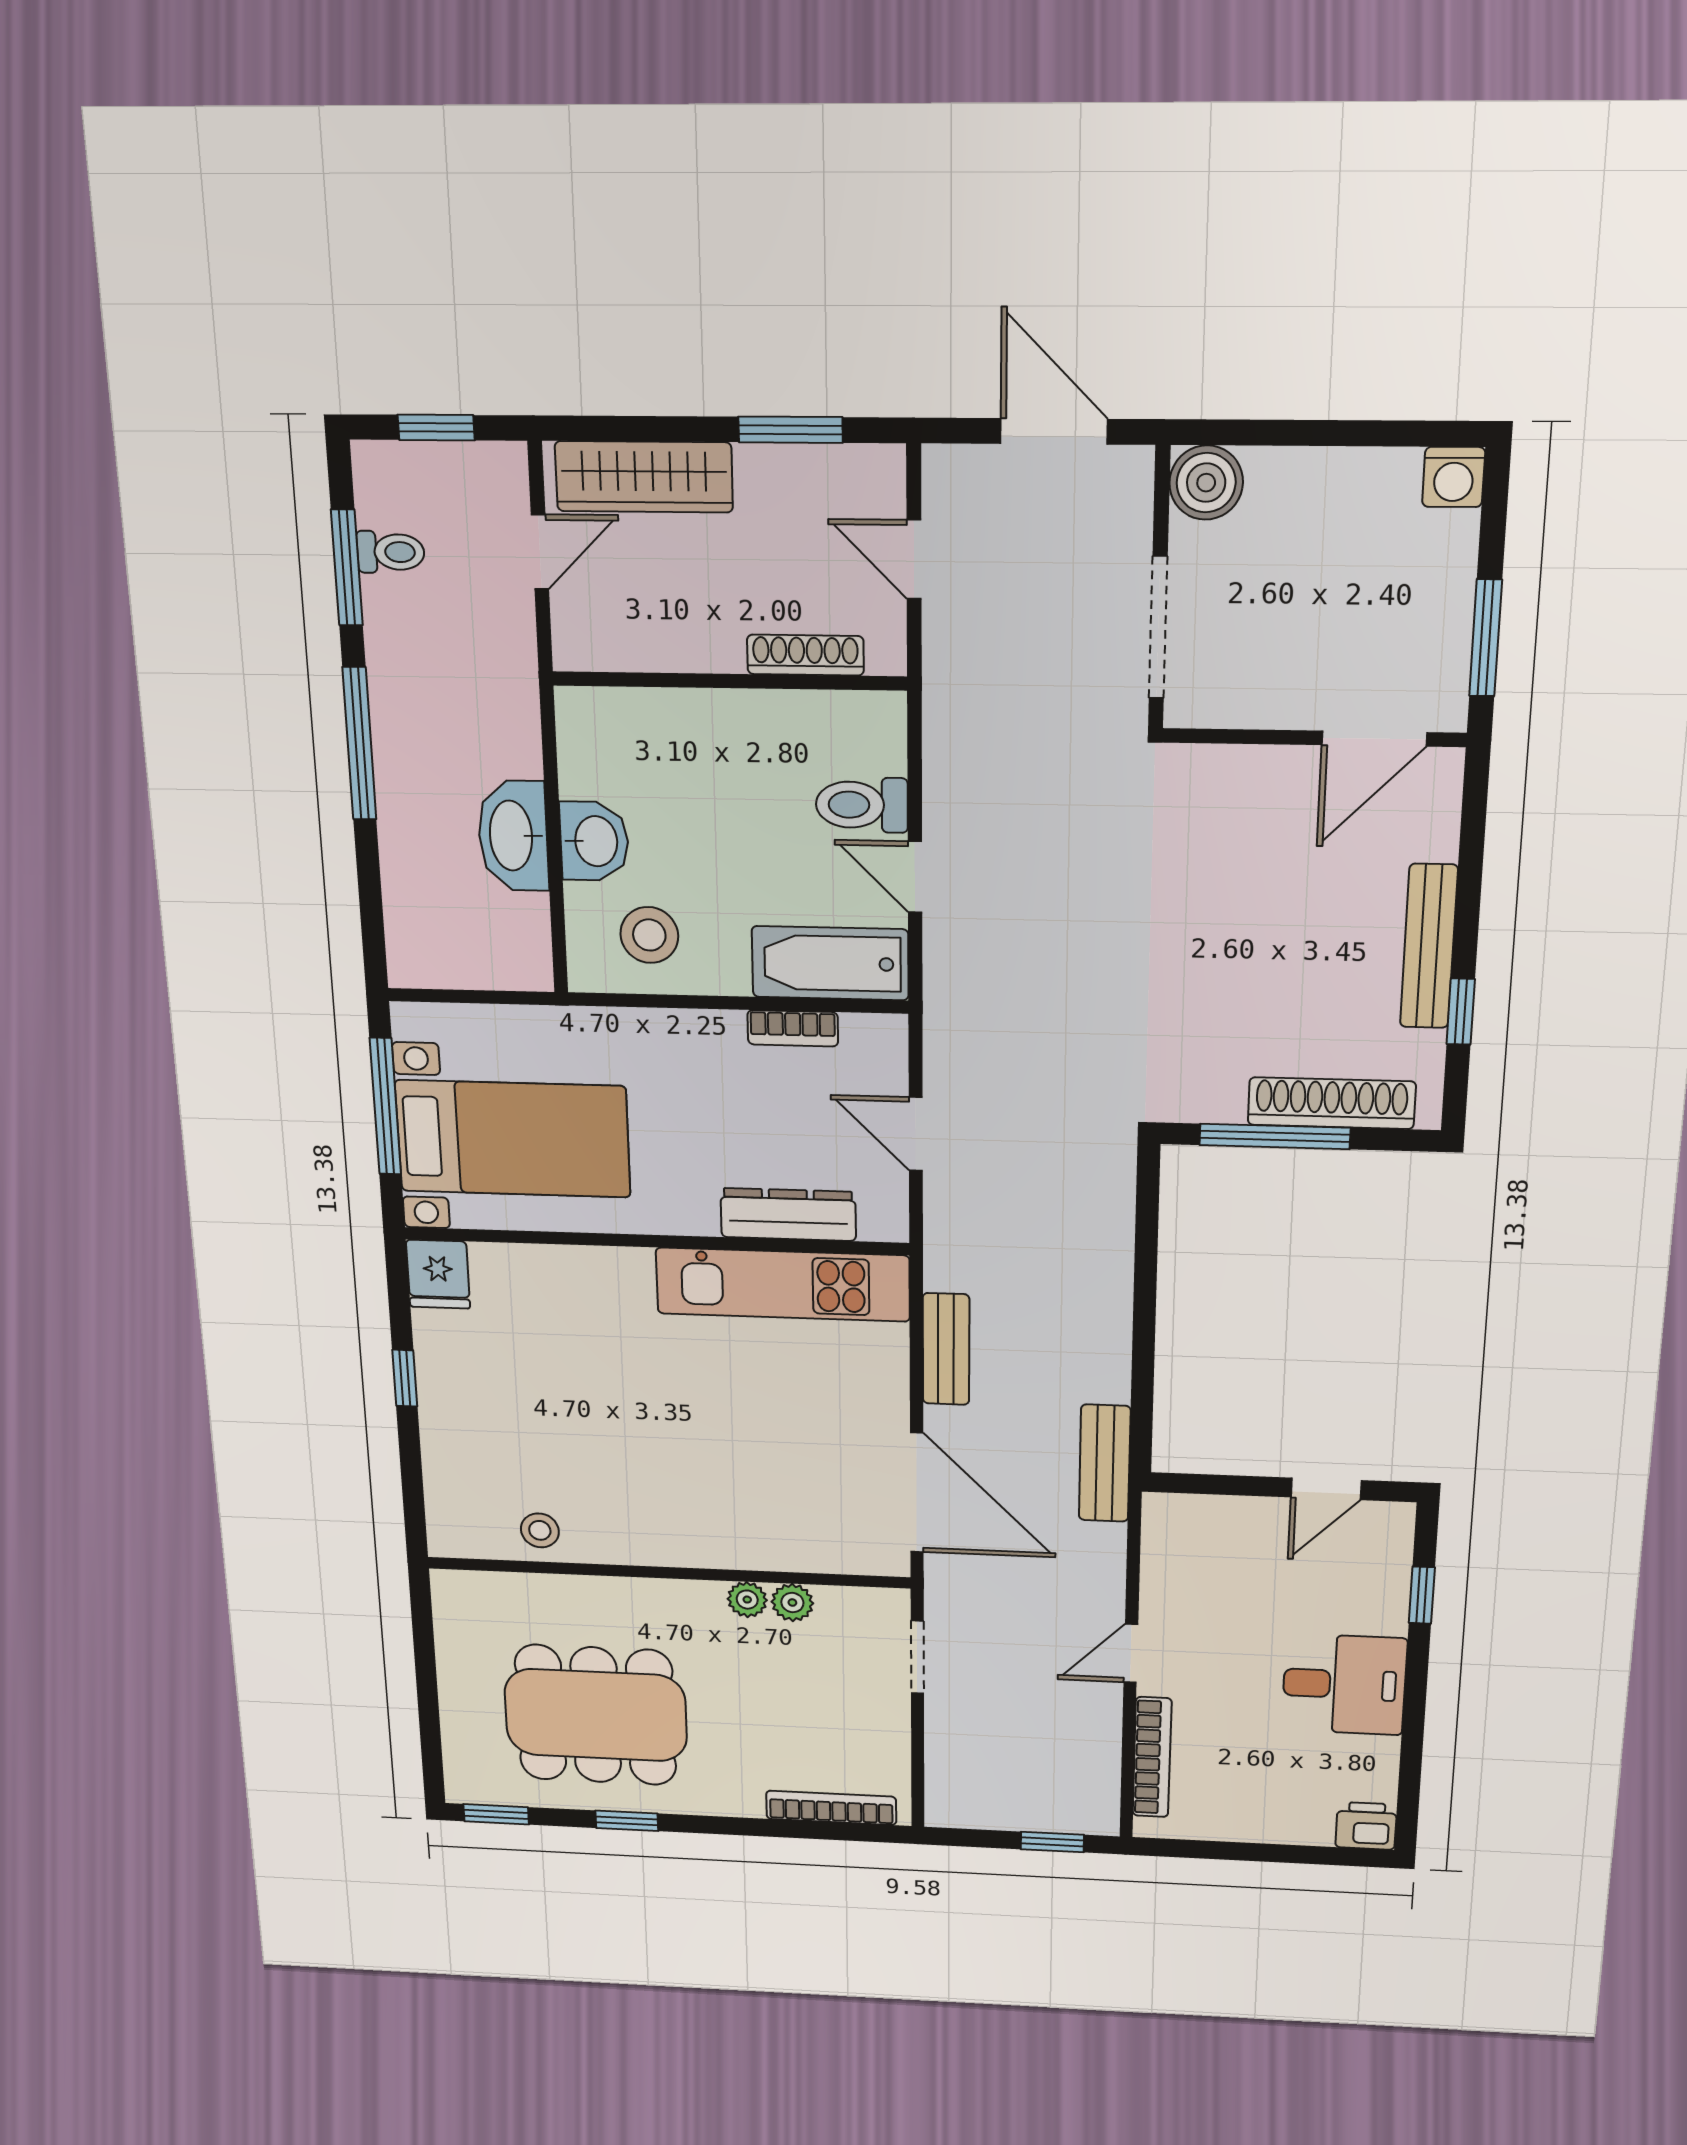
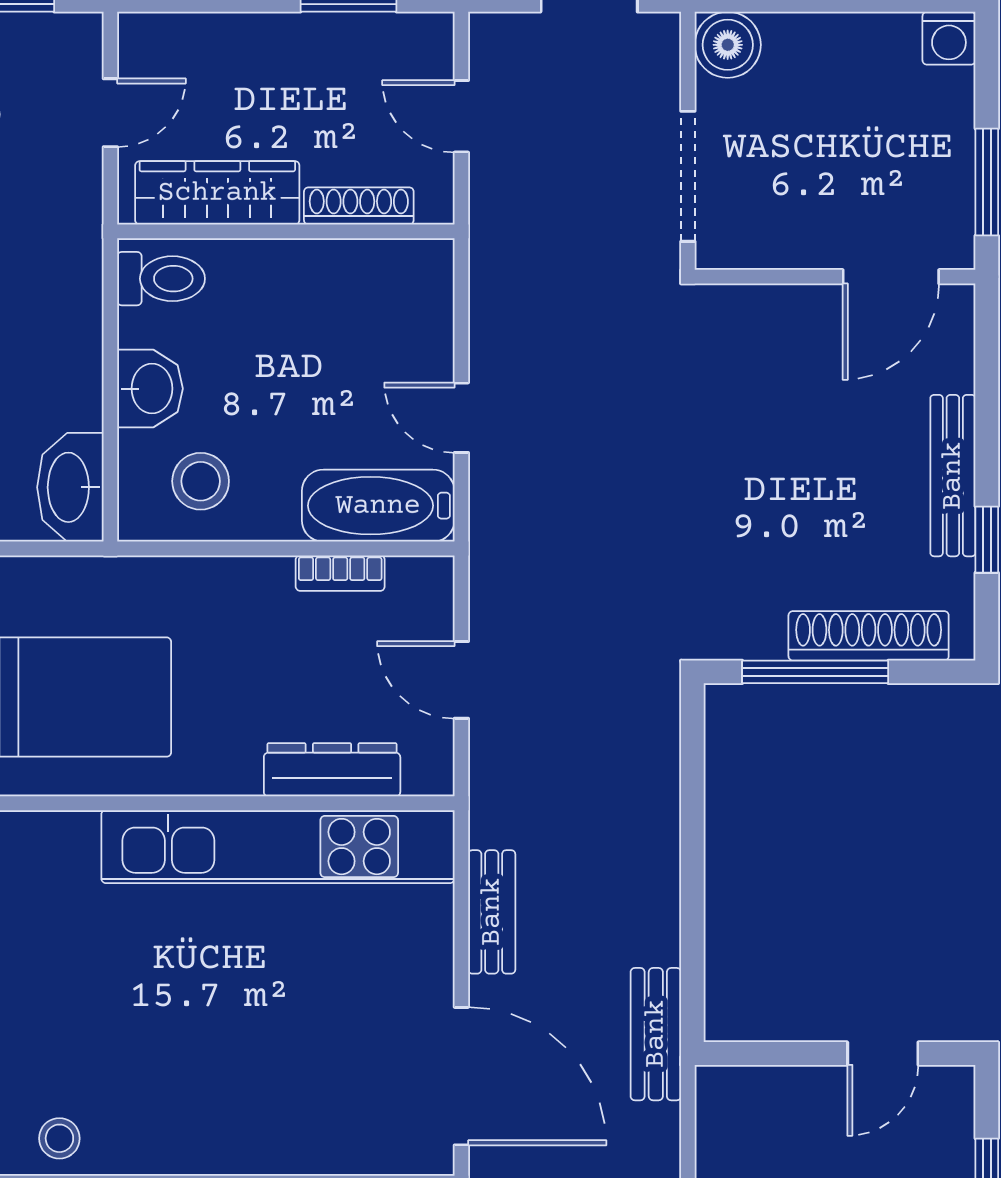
wardrobe: (644, 477) -> (217, 193), moved, turned 180
toilet: (862, 805) -> (161, 279), moved, turned 180
washbasin: (513, 836) -> (70, 487), moved
kitchen unit: (783, 1285) -> (278, 847), width x1.36

